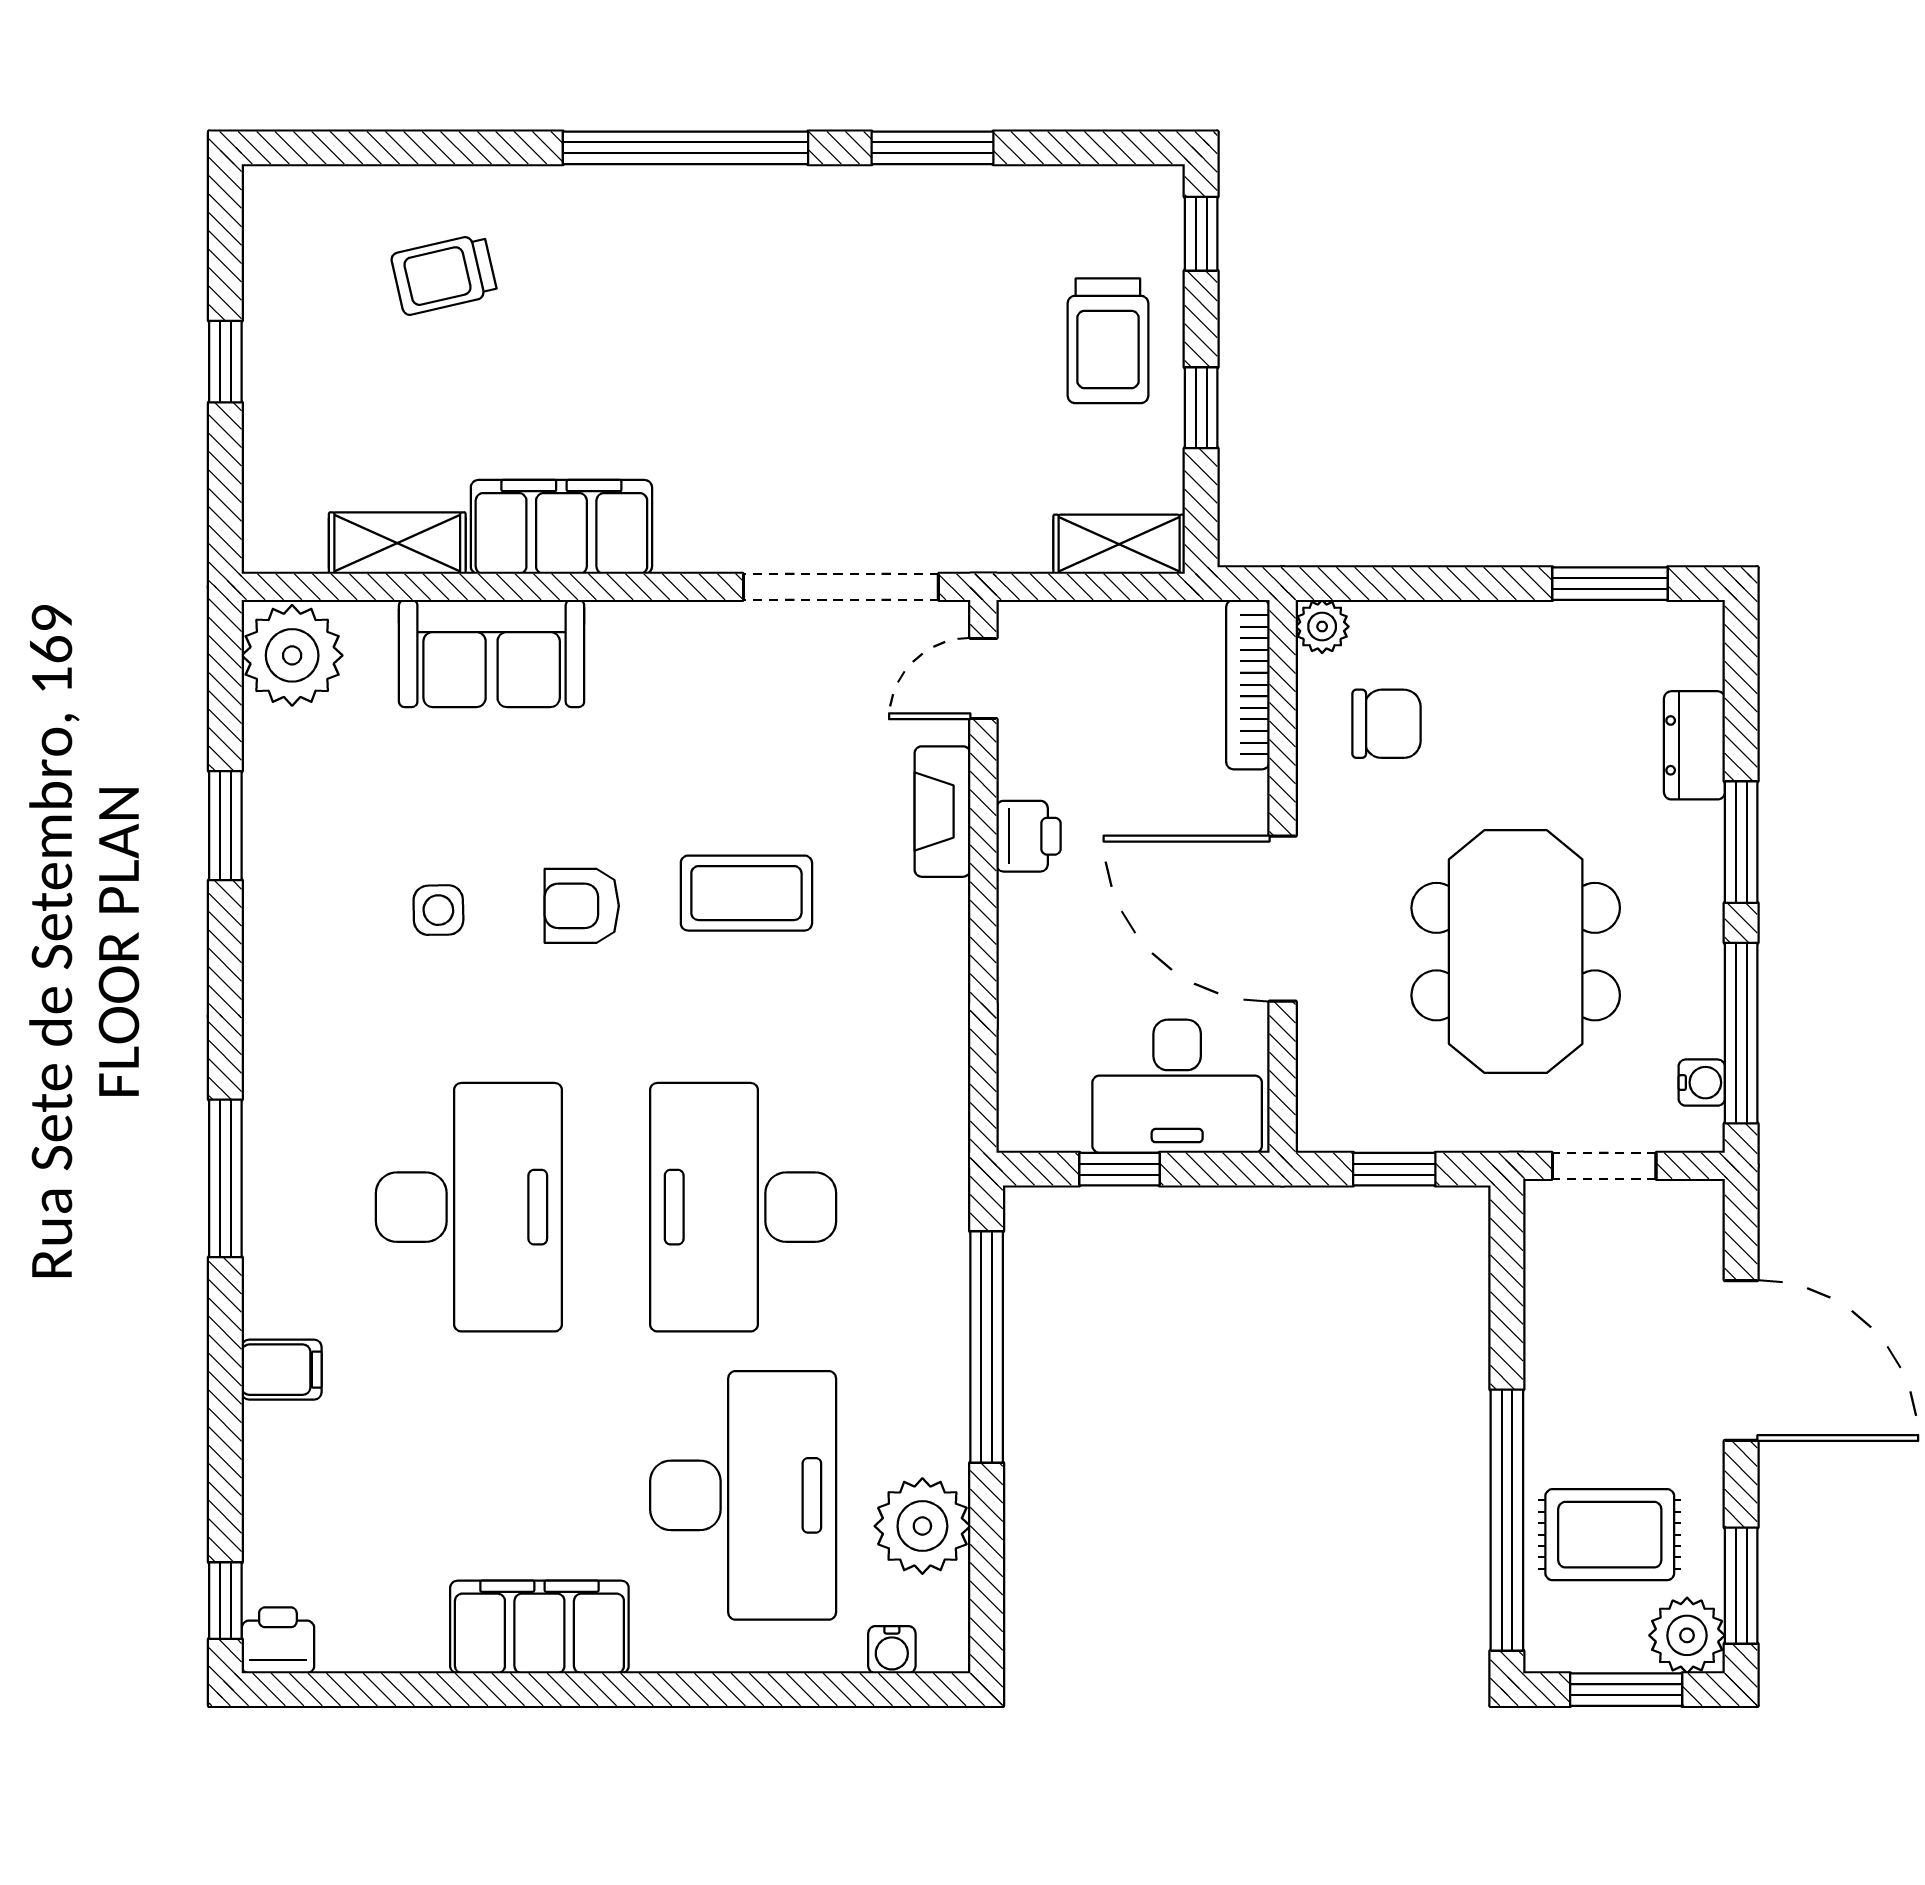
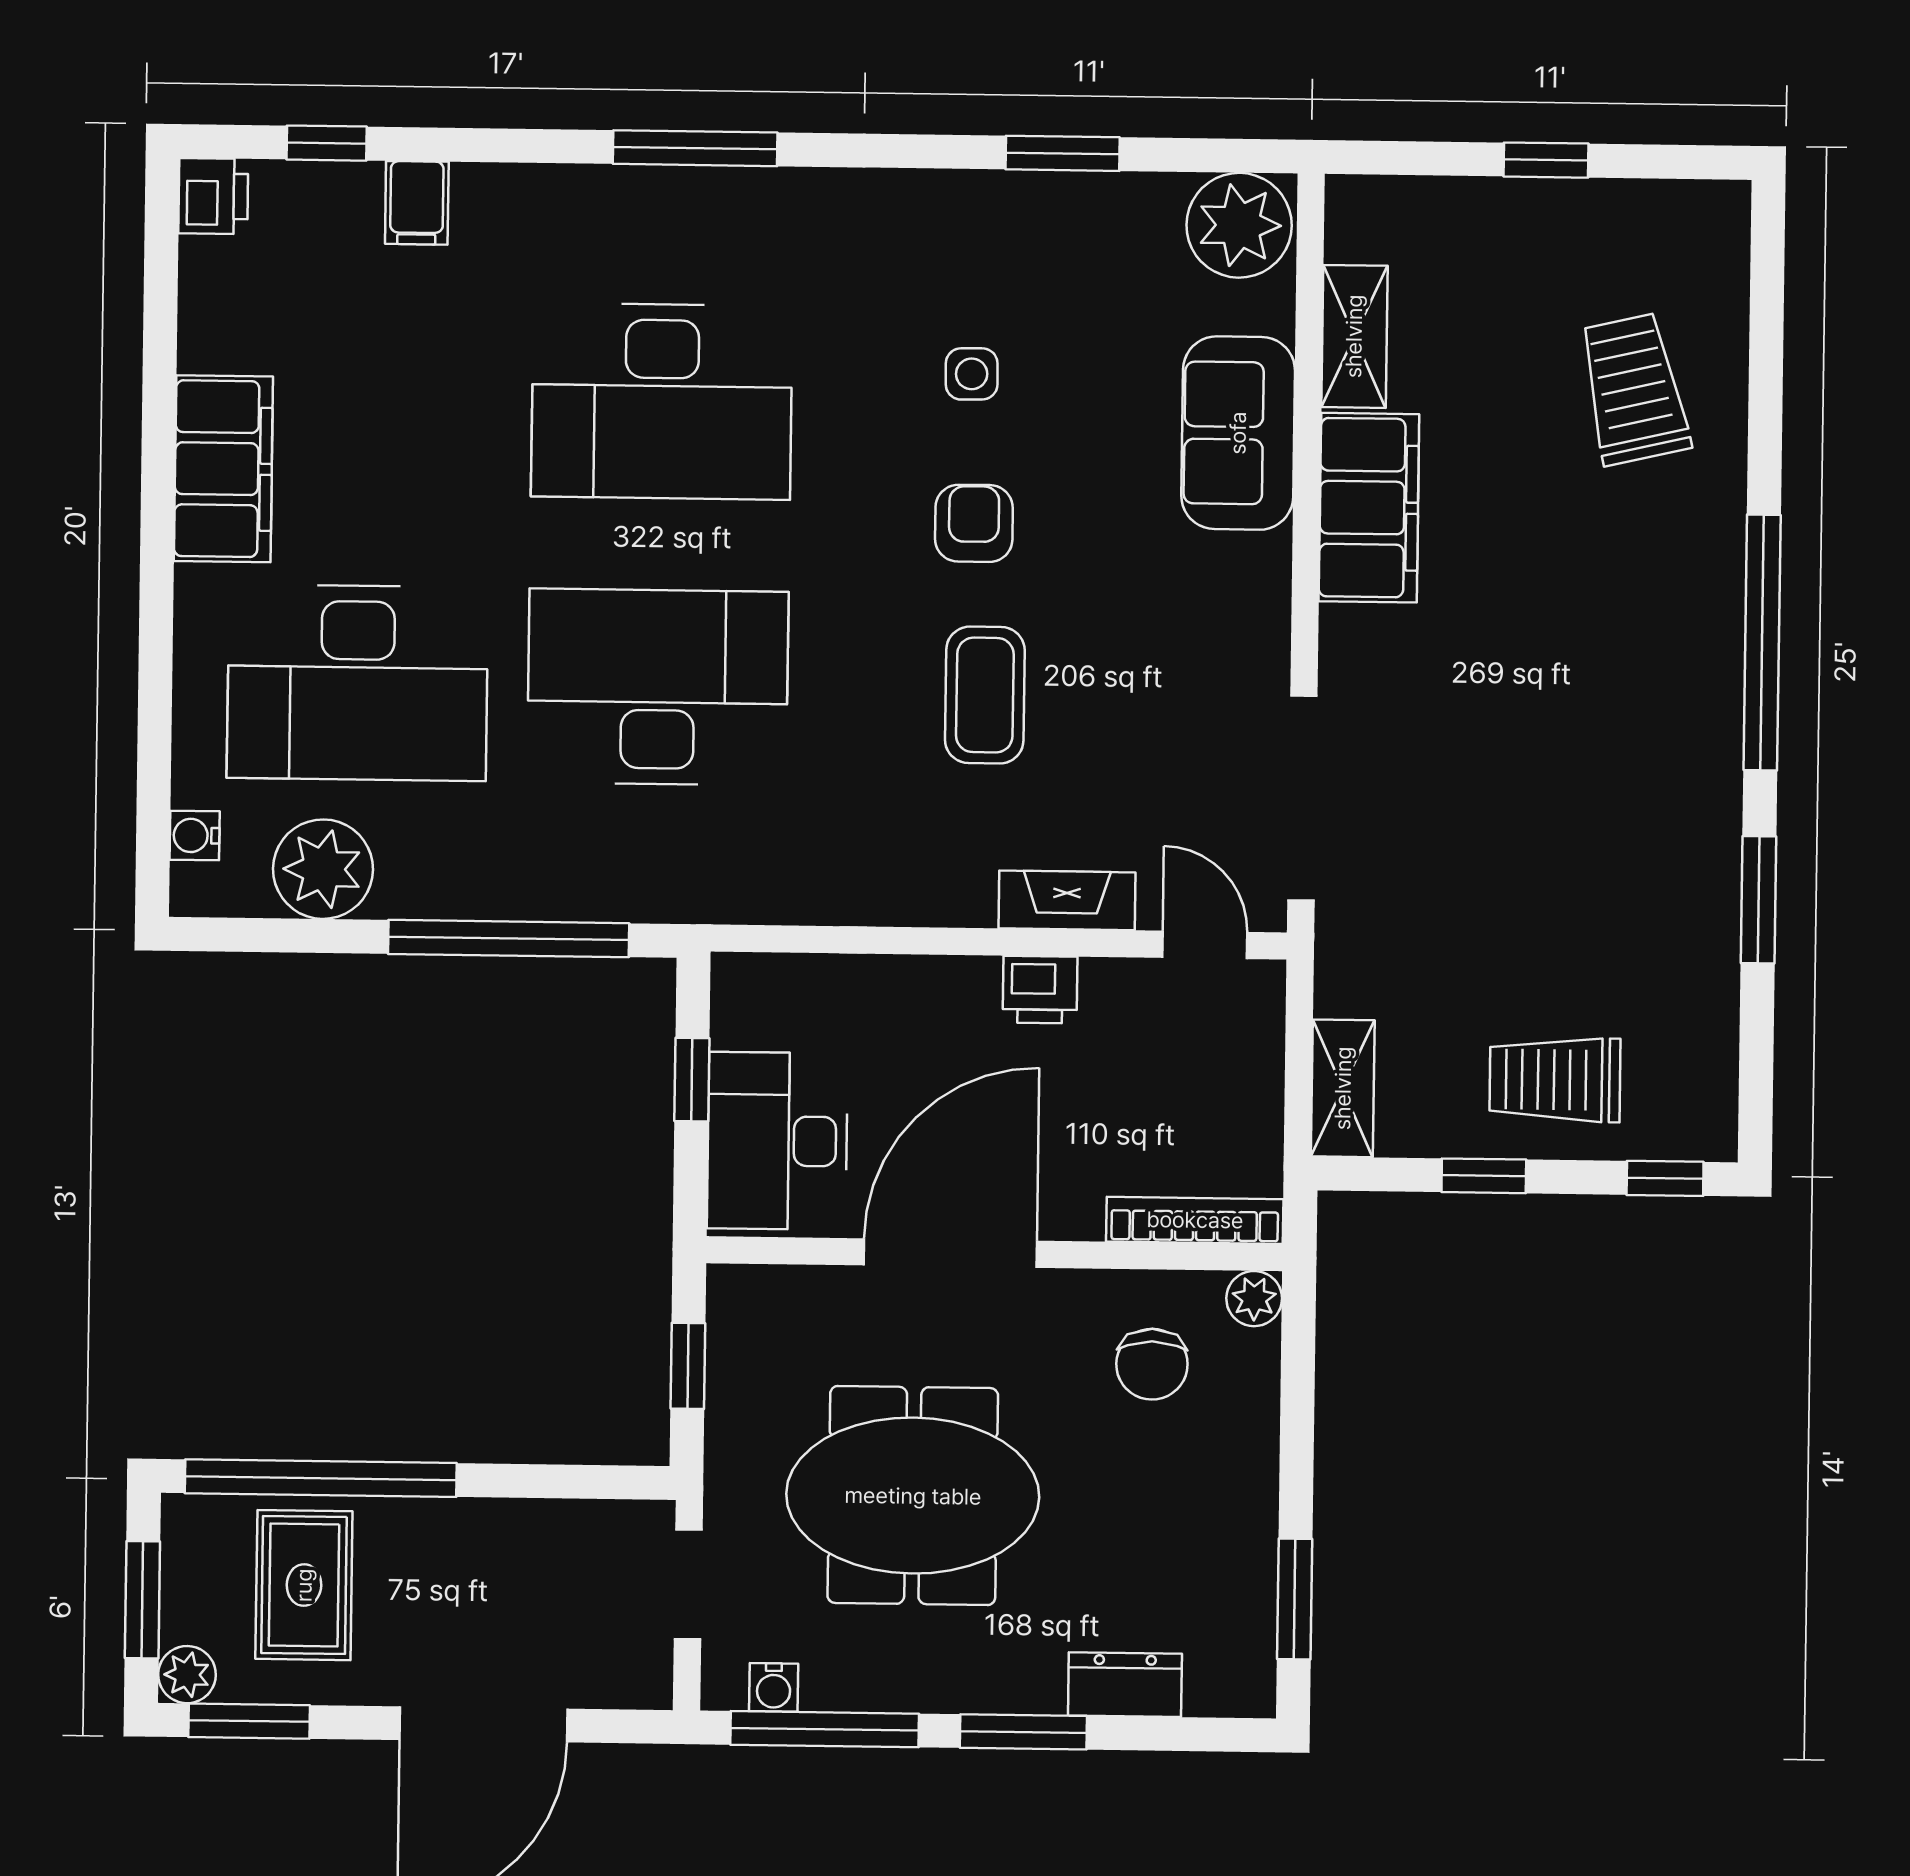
trolley: (444, 275) -> (1634, 389), width x1.36, depth x1.39
filing cabinet: (282, 1370) -> (417, 203), moved
window: (225, 1601) -> (327, 143), moved
plant: (1687, 1635) -> (187, 1675), width x0.73, depth x0.73

